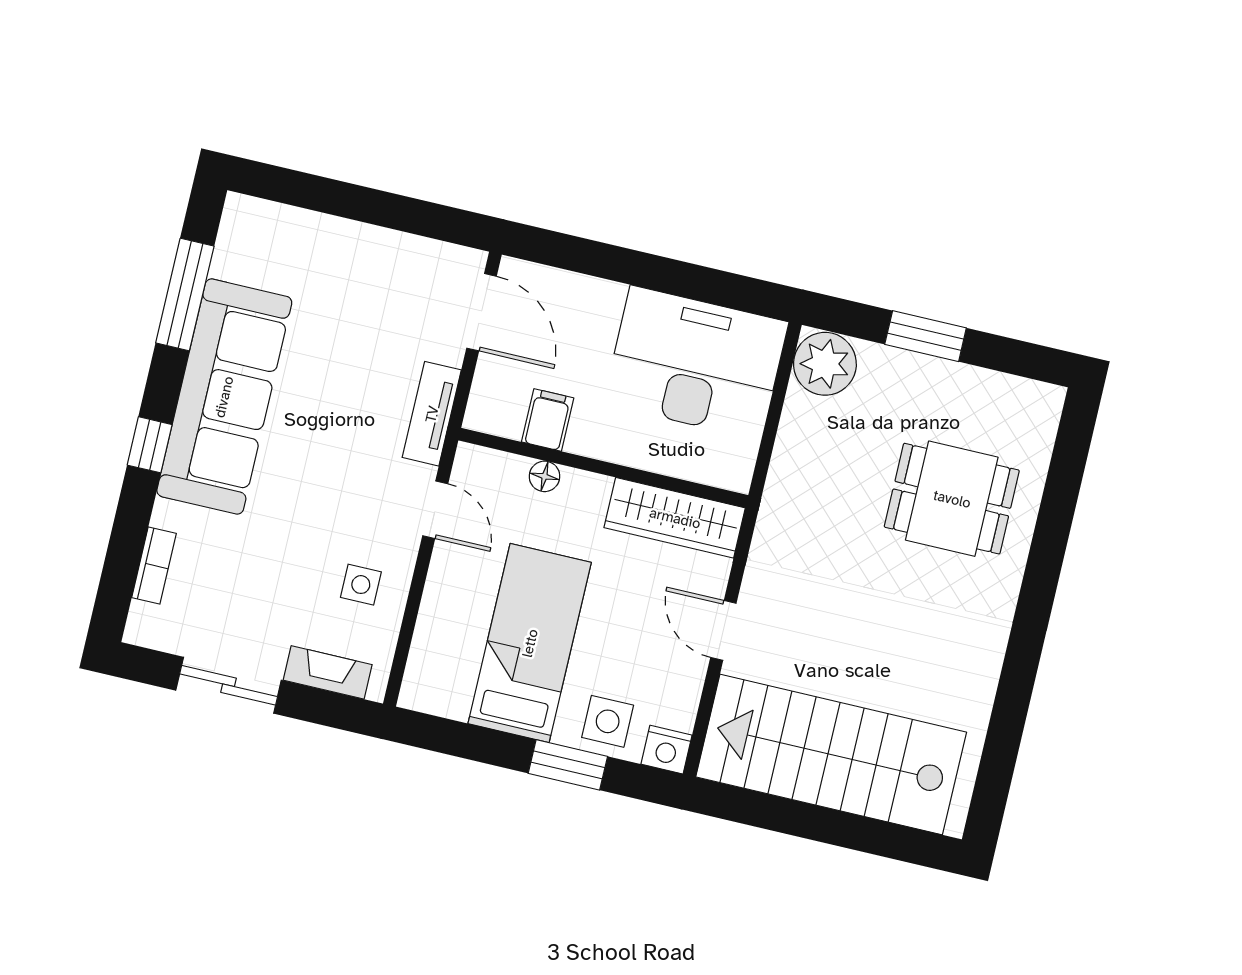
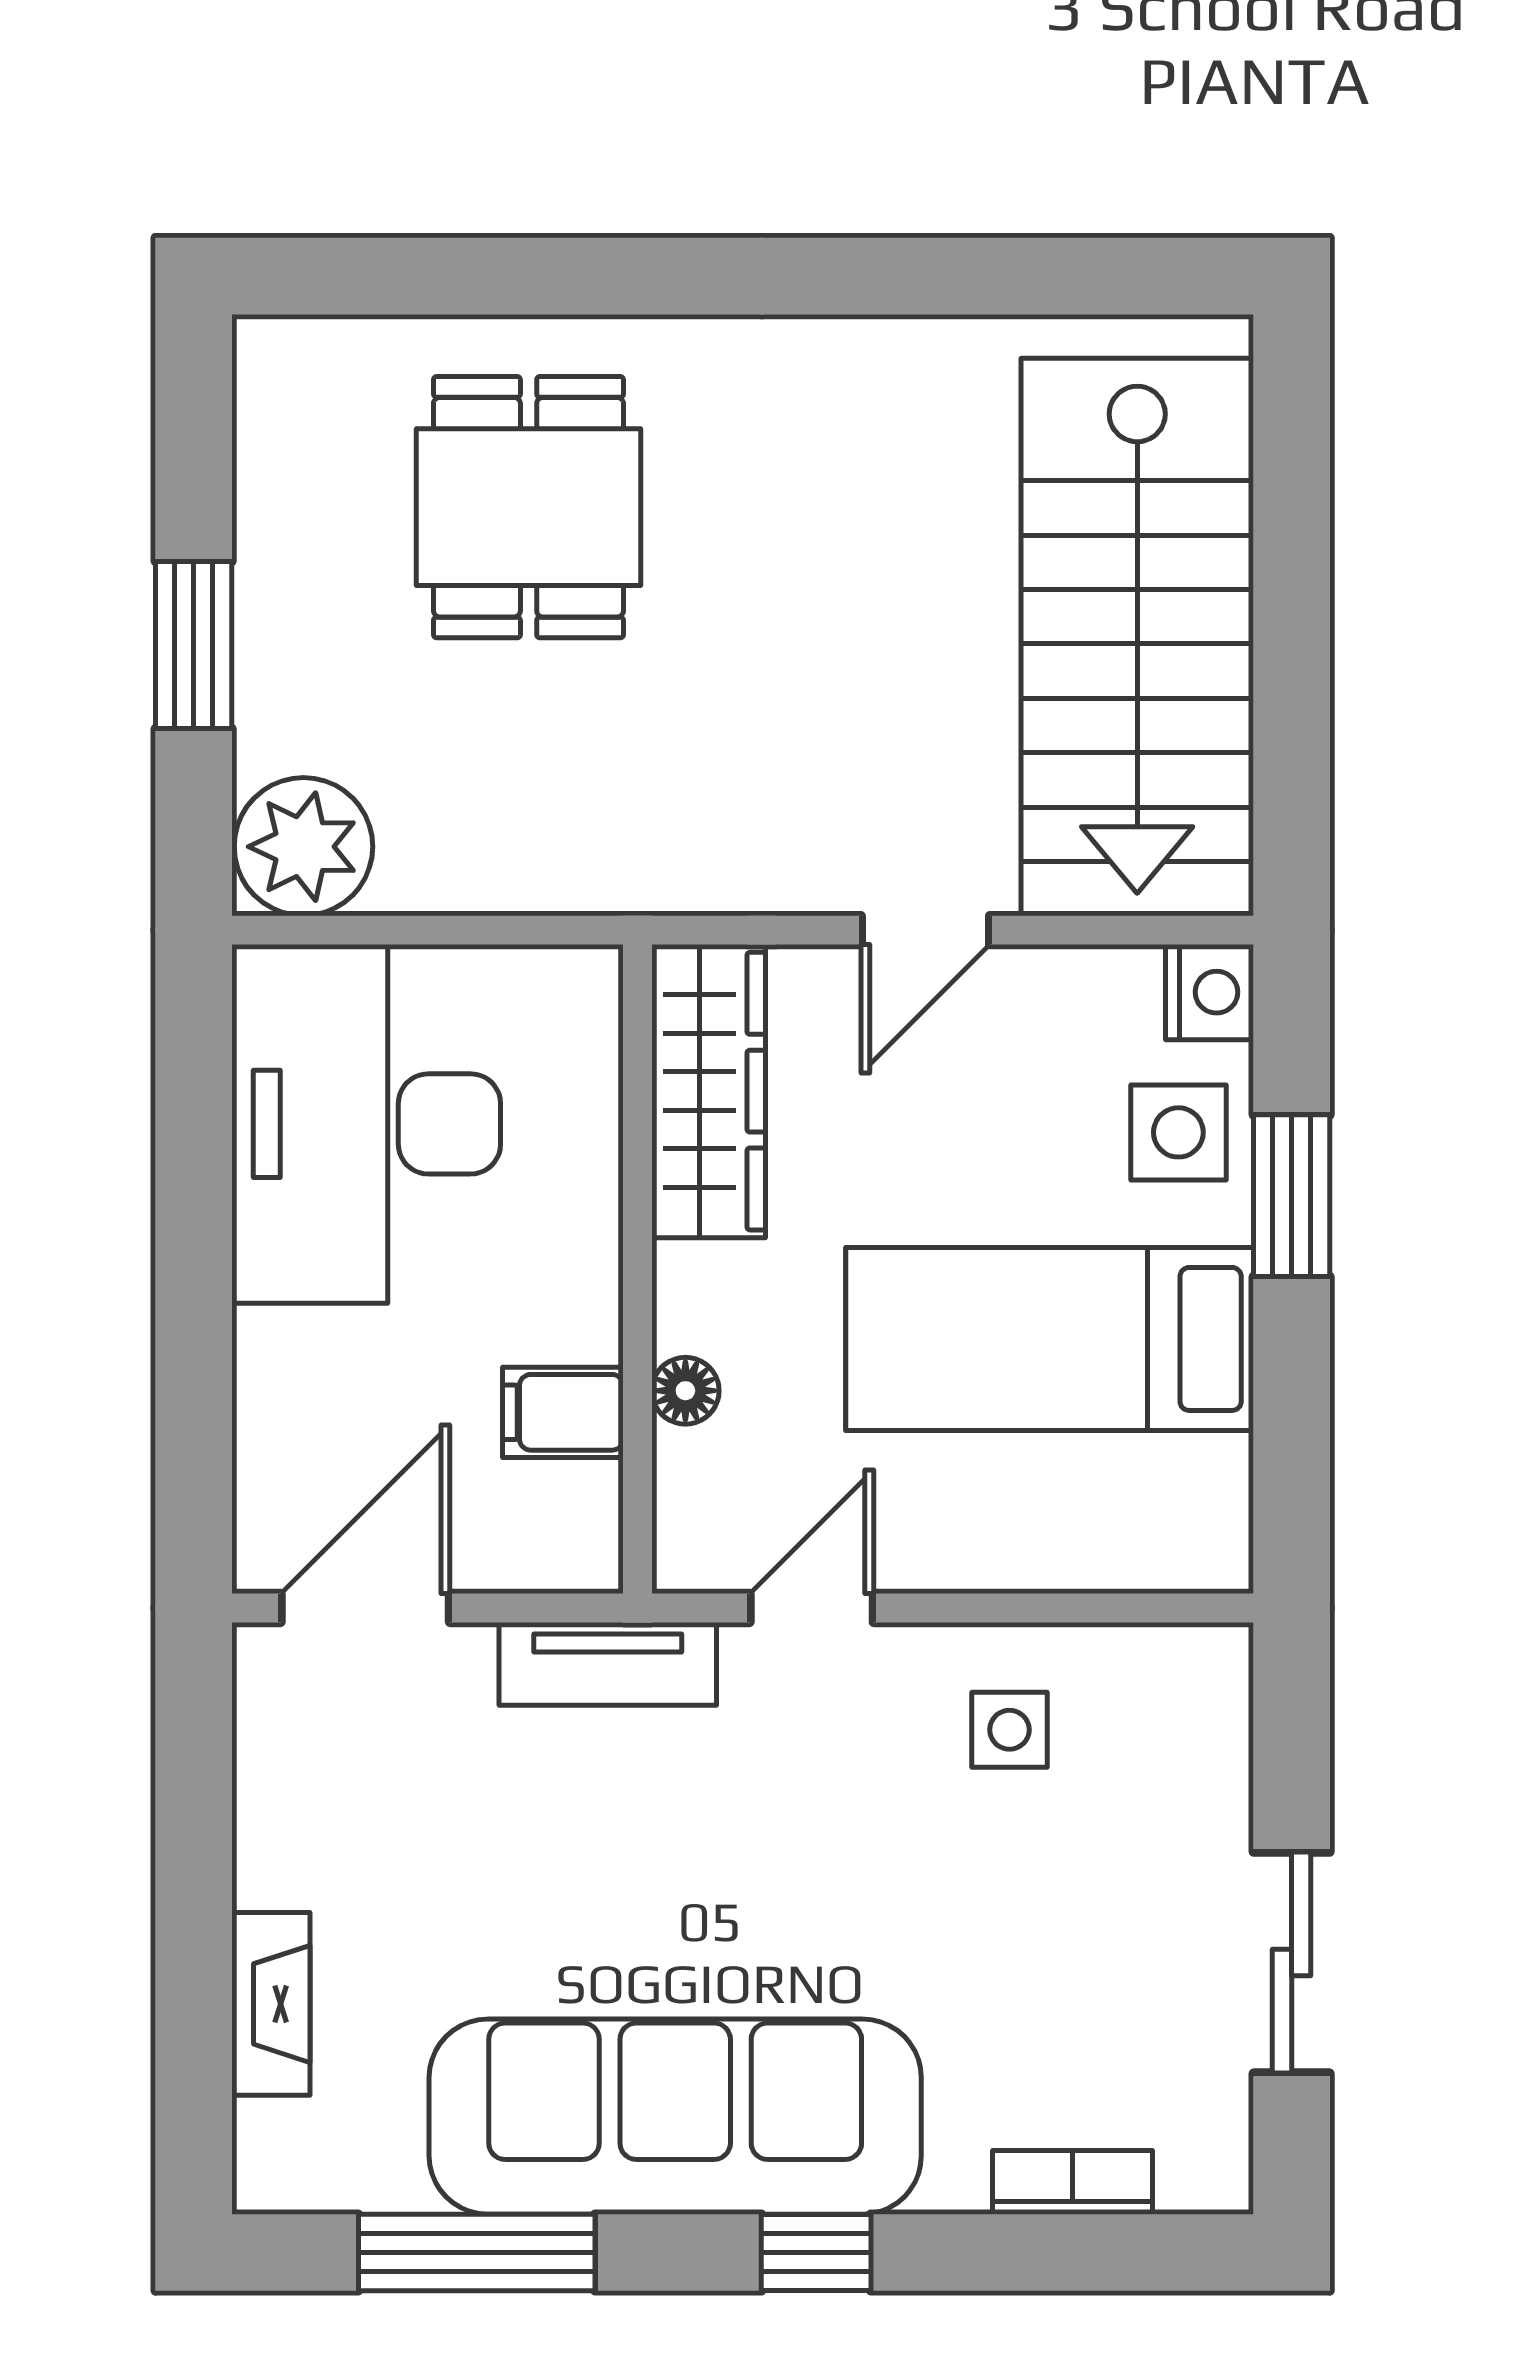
fireplace: (328, 672) -> (271, 2004), moved, turned 180

